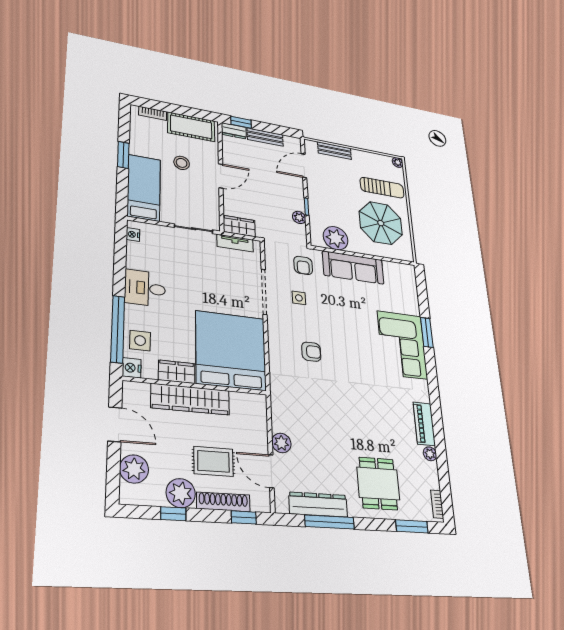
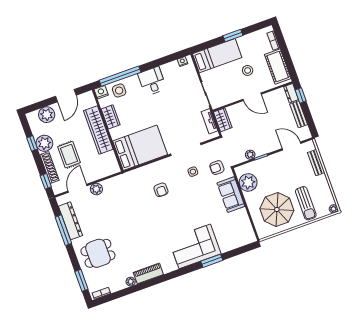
sofa: (353, 268) -> (231, 195), width x0.73
bed: (231, 351) -> (140, 148), width x0.73

